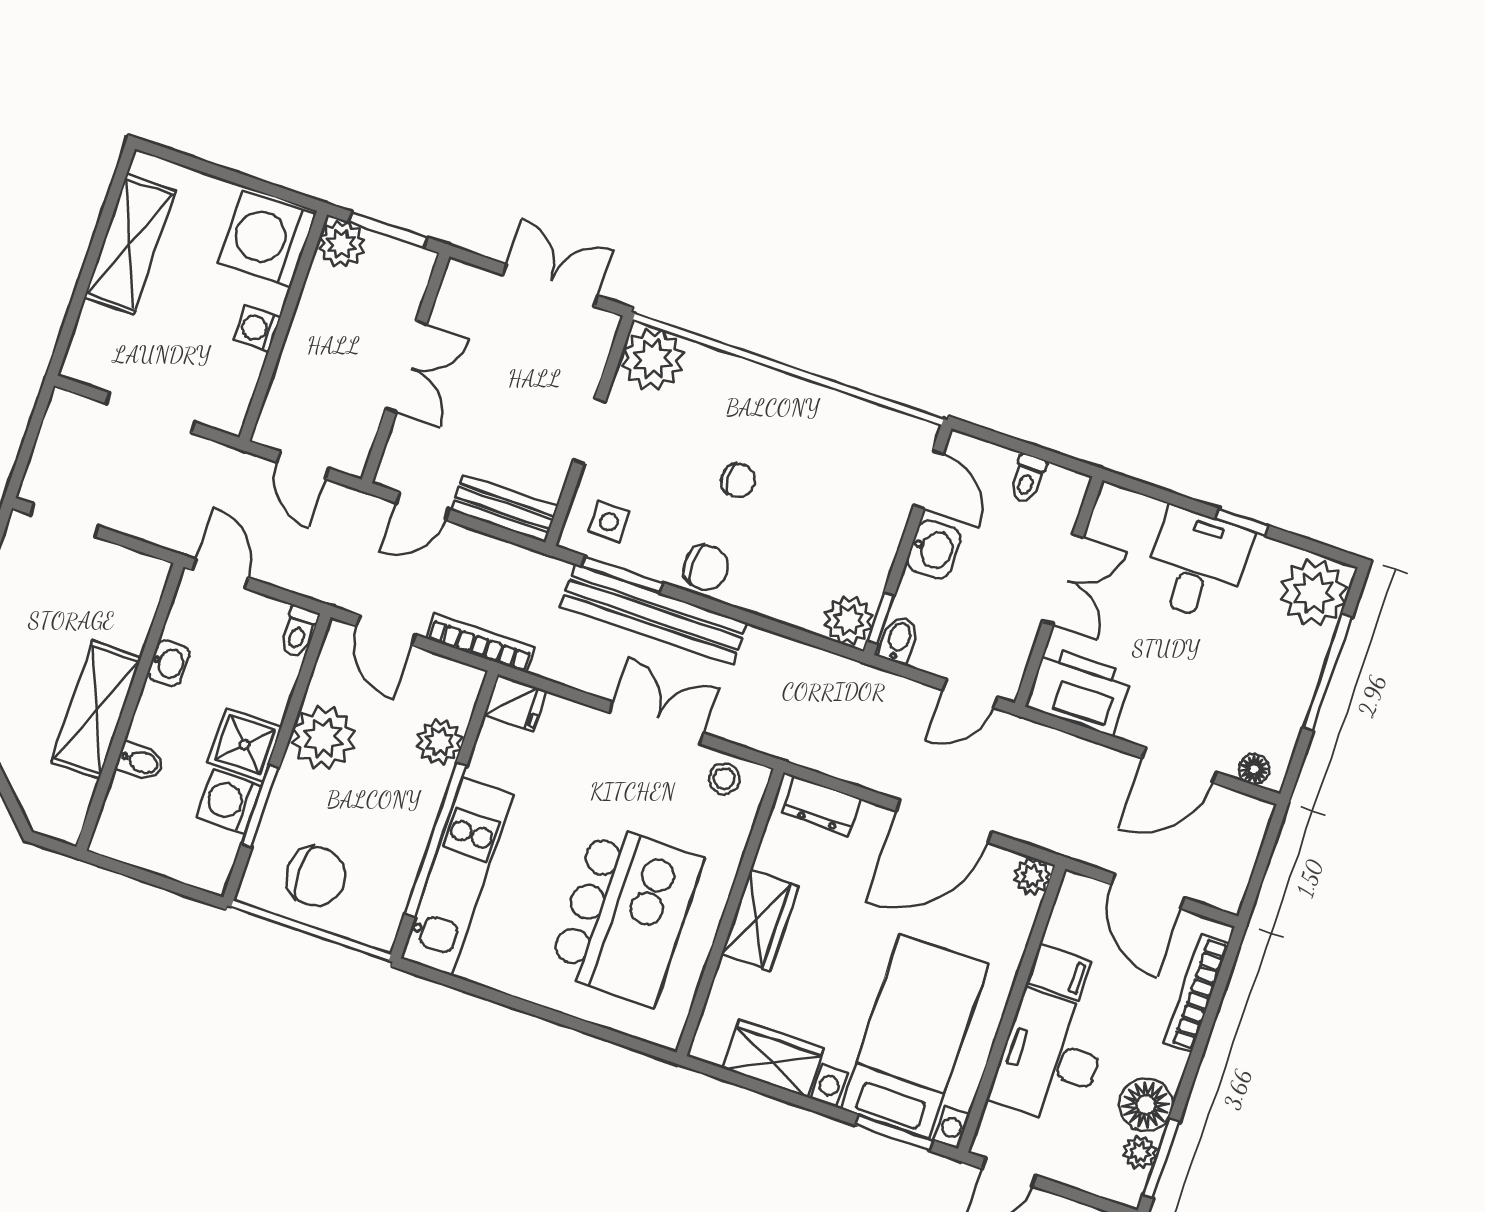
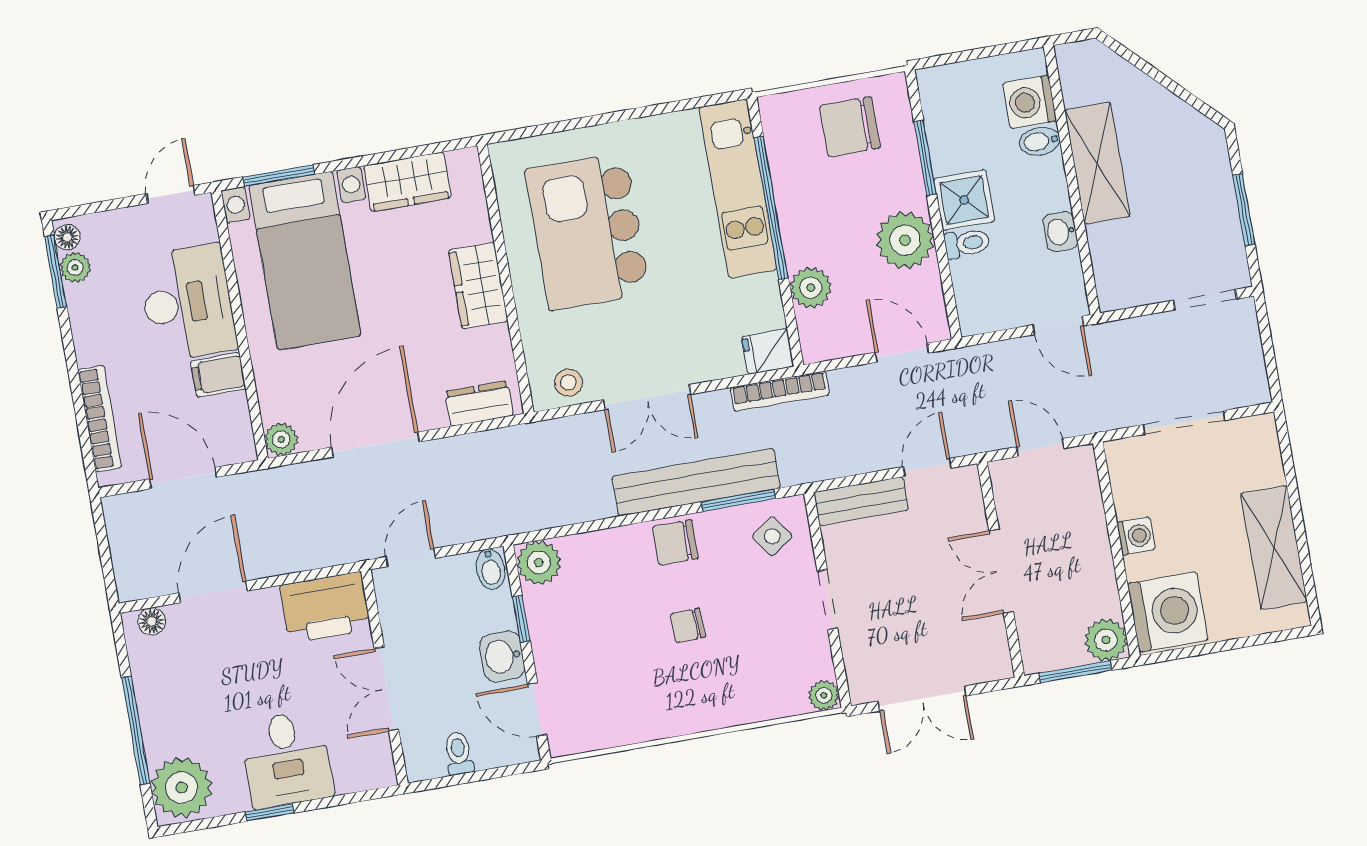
plant: (653, 359) -> (824, 695), width x0.53, depth x0.53
side table: (609, 522) -> (772, 536), turned -35
window: (881, 618) -> (521, 619), moved
toilet: (299, 632) -> (967, 243), moved, turned 90
bookcase: (480, 643) -> (780, 391), moved
washing machine: (229, 801) -> (1030, 102), moved, turned 180
floor lamp: (1146, 1105) -> (67, 237), moved, width x0.53, depth x0.53

